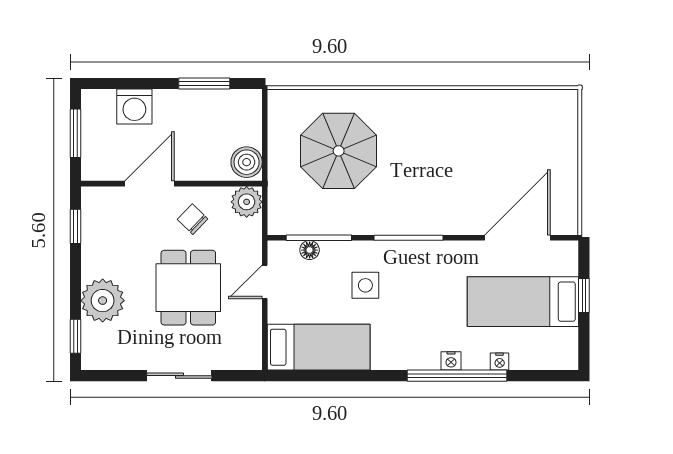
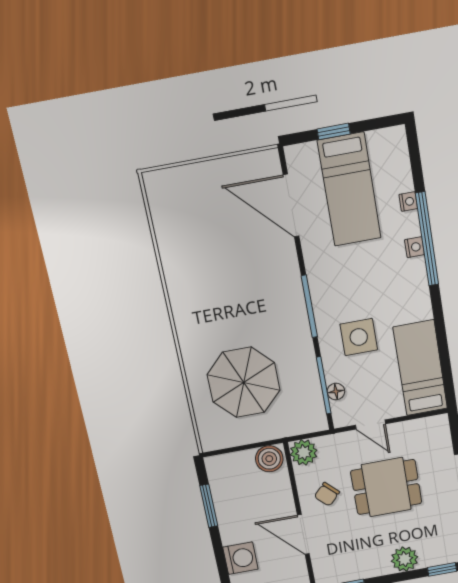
side table: (365, 285) -> (359, 337), width x1.37, depth x1.37
plant: (103, 301) -> (405, 559), width x0.73, depth x0.73

